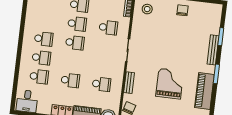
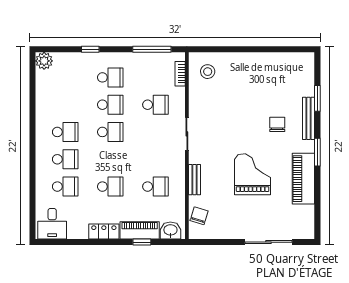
chair: (182, 10) -> (277, 124), moved

